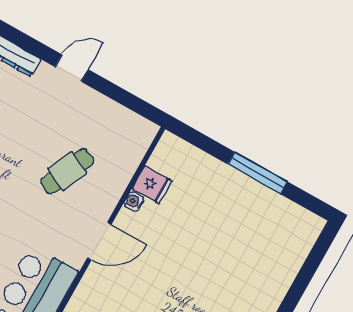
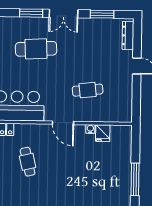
cafe table: (67, 171) -> (88, 90), turned -30

